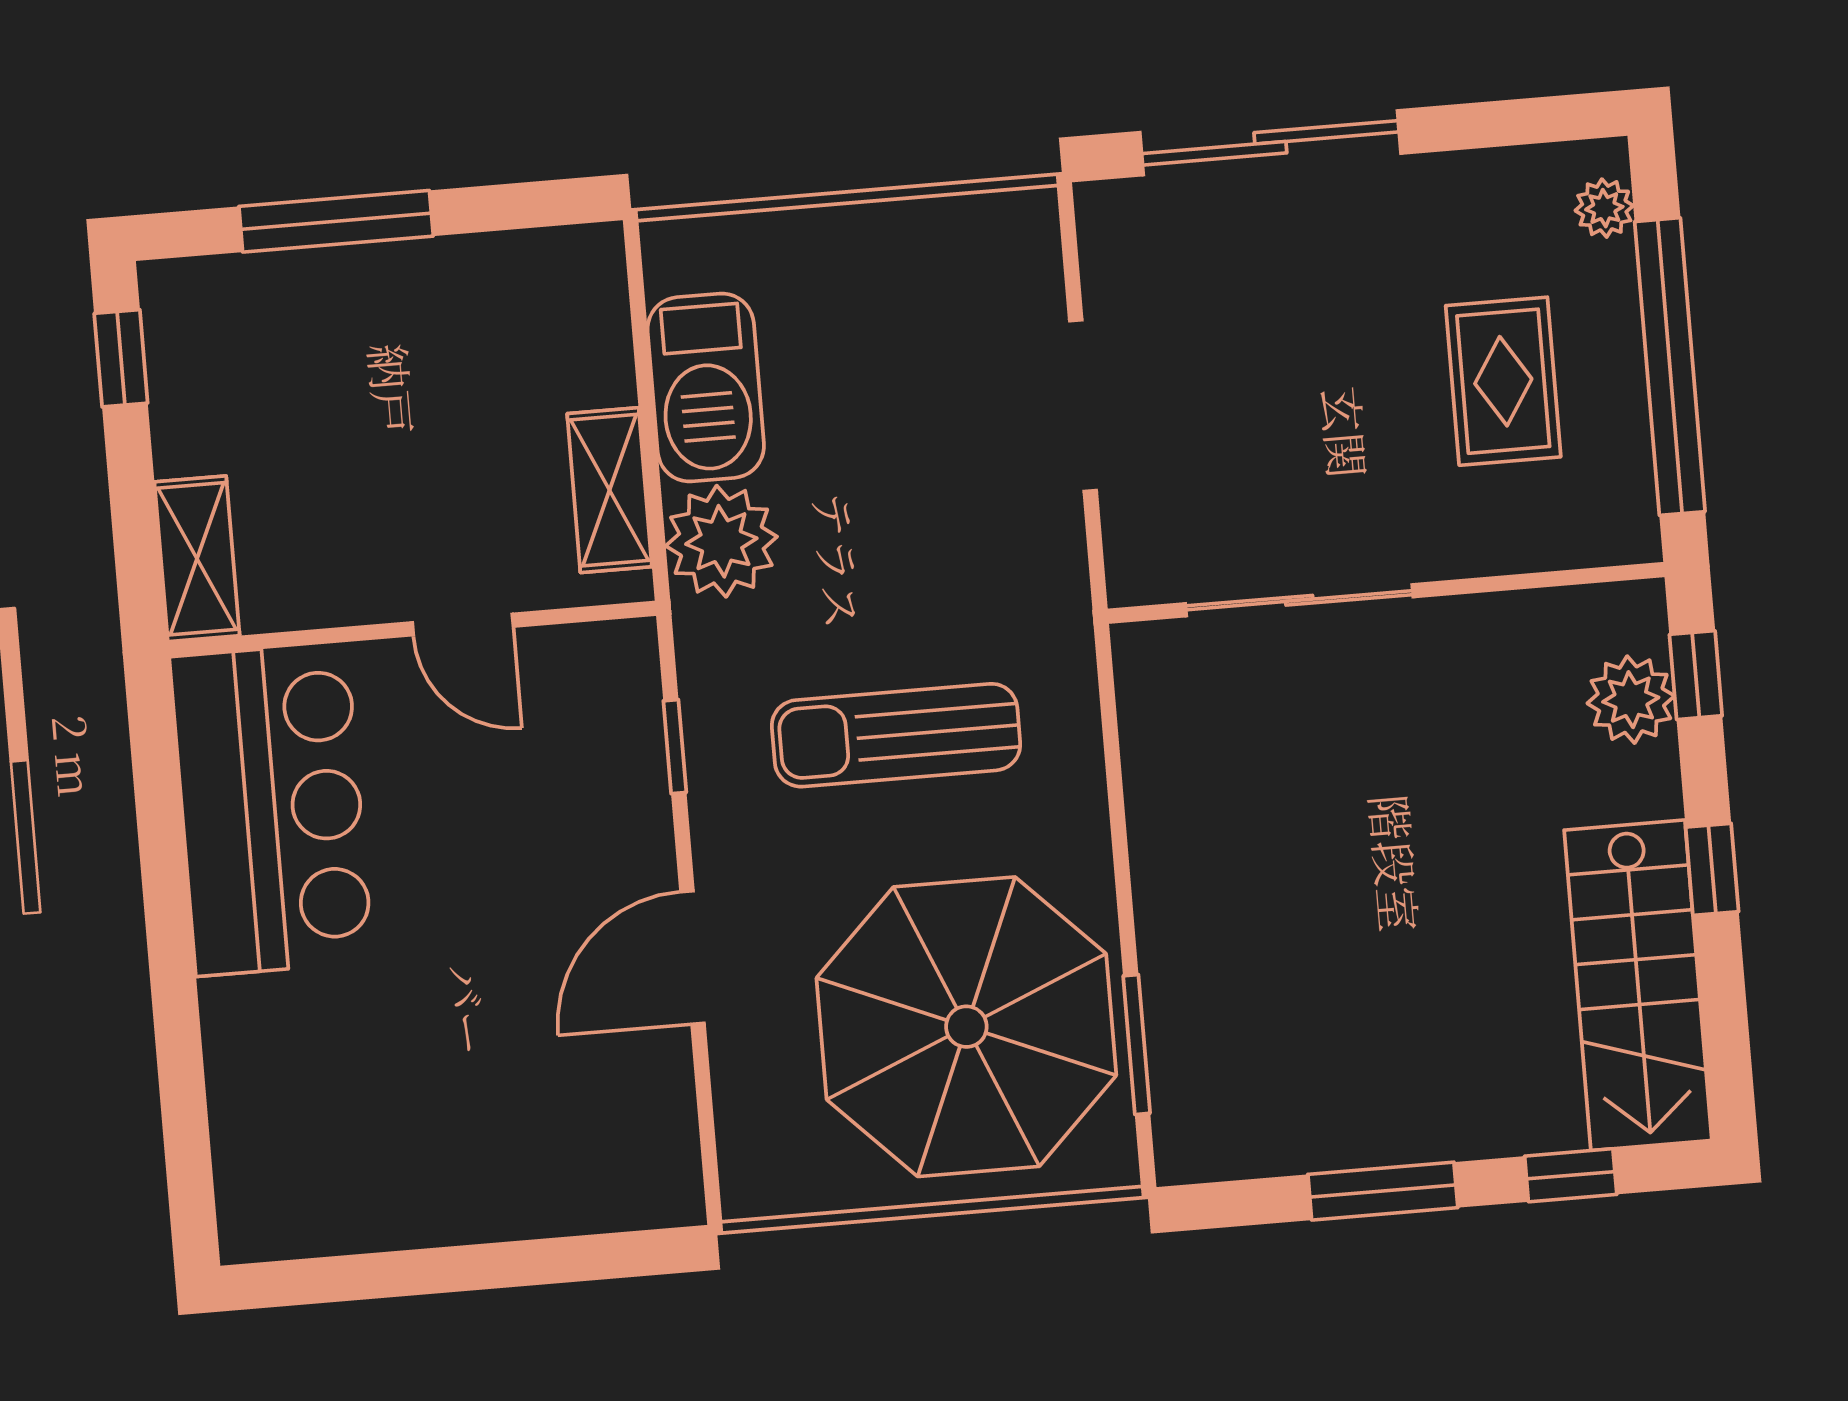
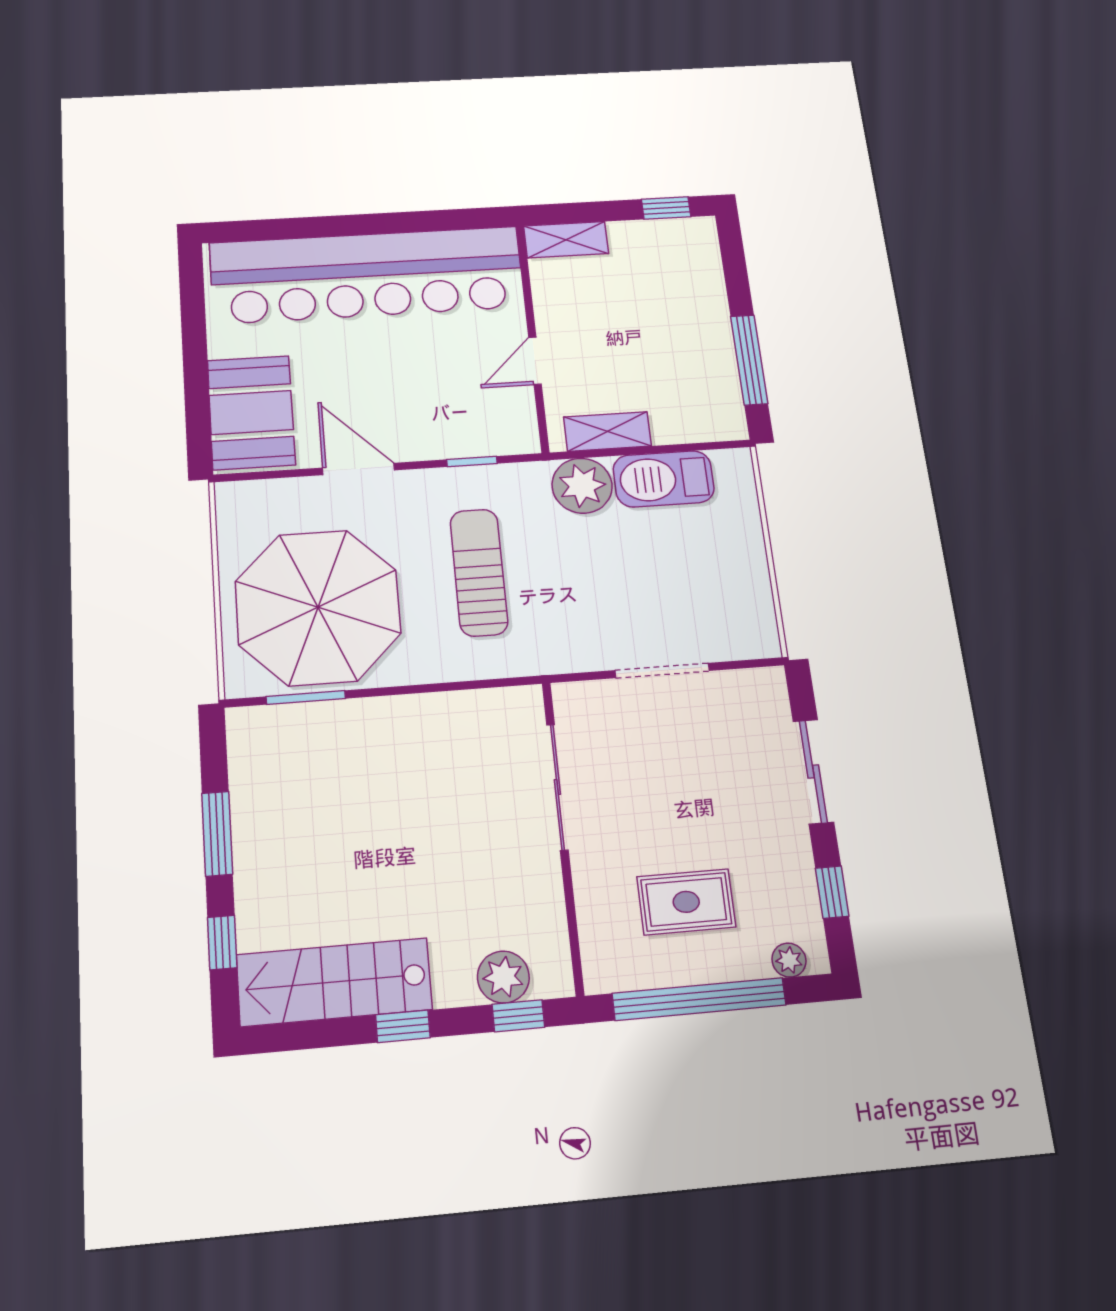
window: (1487, 125) -> (832, 892), added
sliding door: (1270, 143) -> (813, 772), width x0.73
window: (336, 221) -> (749, 360), moved
bar counter: (271, 809) -> (367, 275), width x1.86
booth: (579, 1159) -> (251, 412), added

